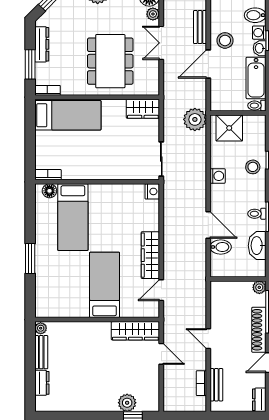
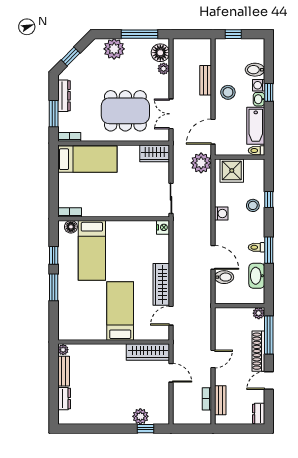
double door: (161, 43) -> (171, 114), moved
dining table: (110, 61) -> (125, 111), turned 90
door: (208, 64) -> (213, 132), moved
window: (30, 223) -> (54, 255), added
door: (208, 339) -> (213, 359), swing flipped

